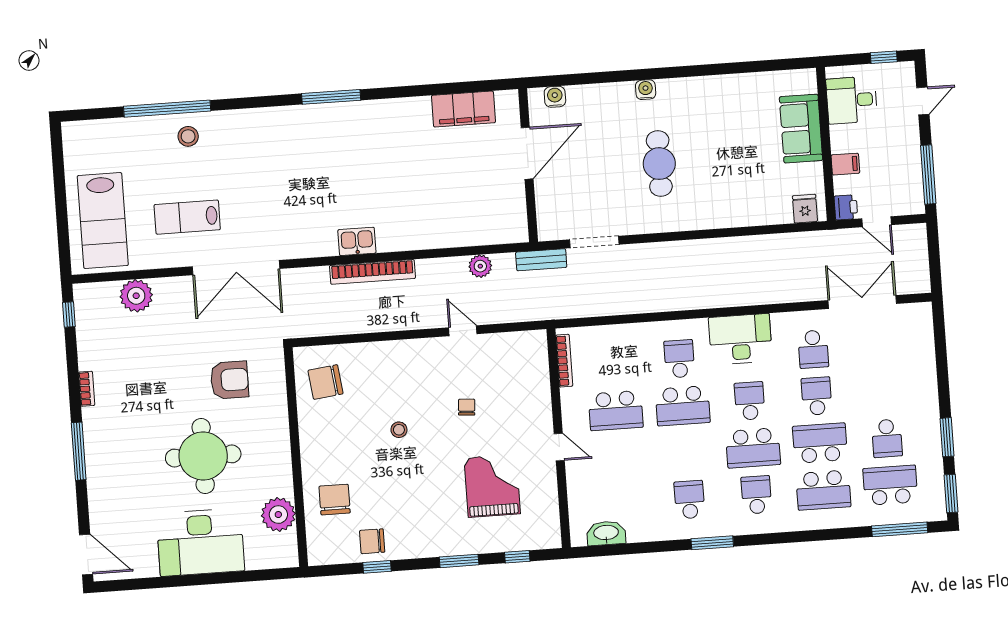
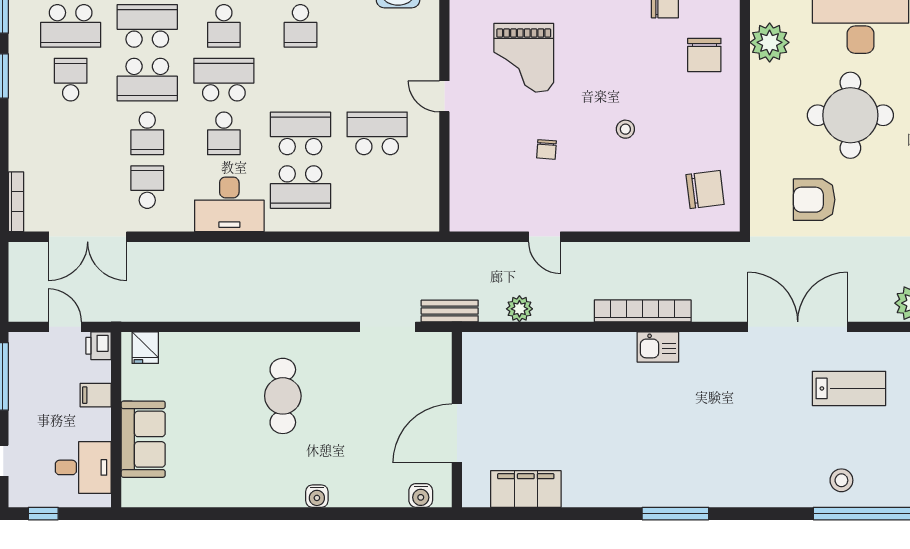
cafe table: (659, 164) -> (283, 396), moved
school desk: (679, 359) -> (300, 187), width x1.85
bookcase: (564, 361) -> (16, 202), moved, turned 180

